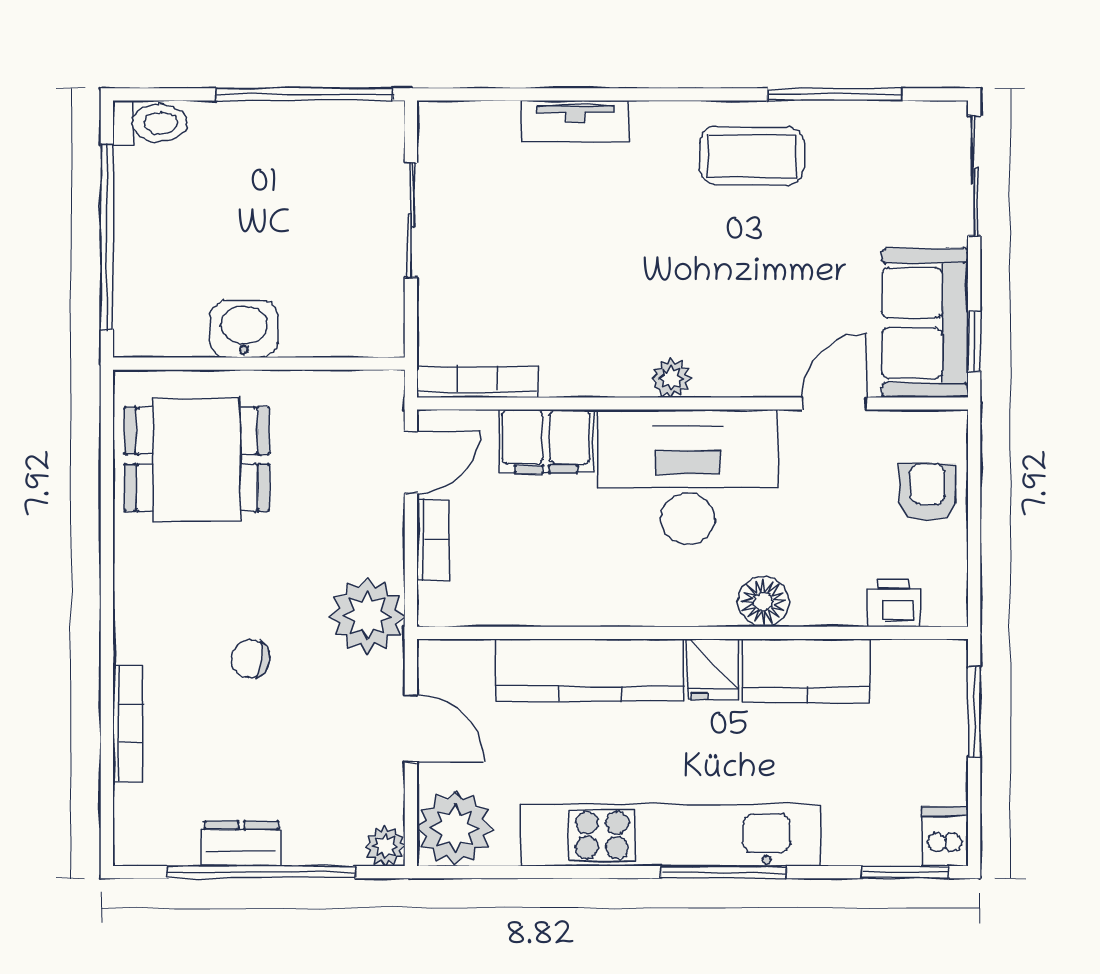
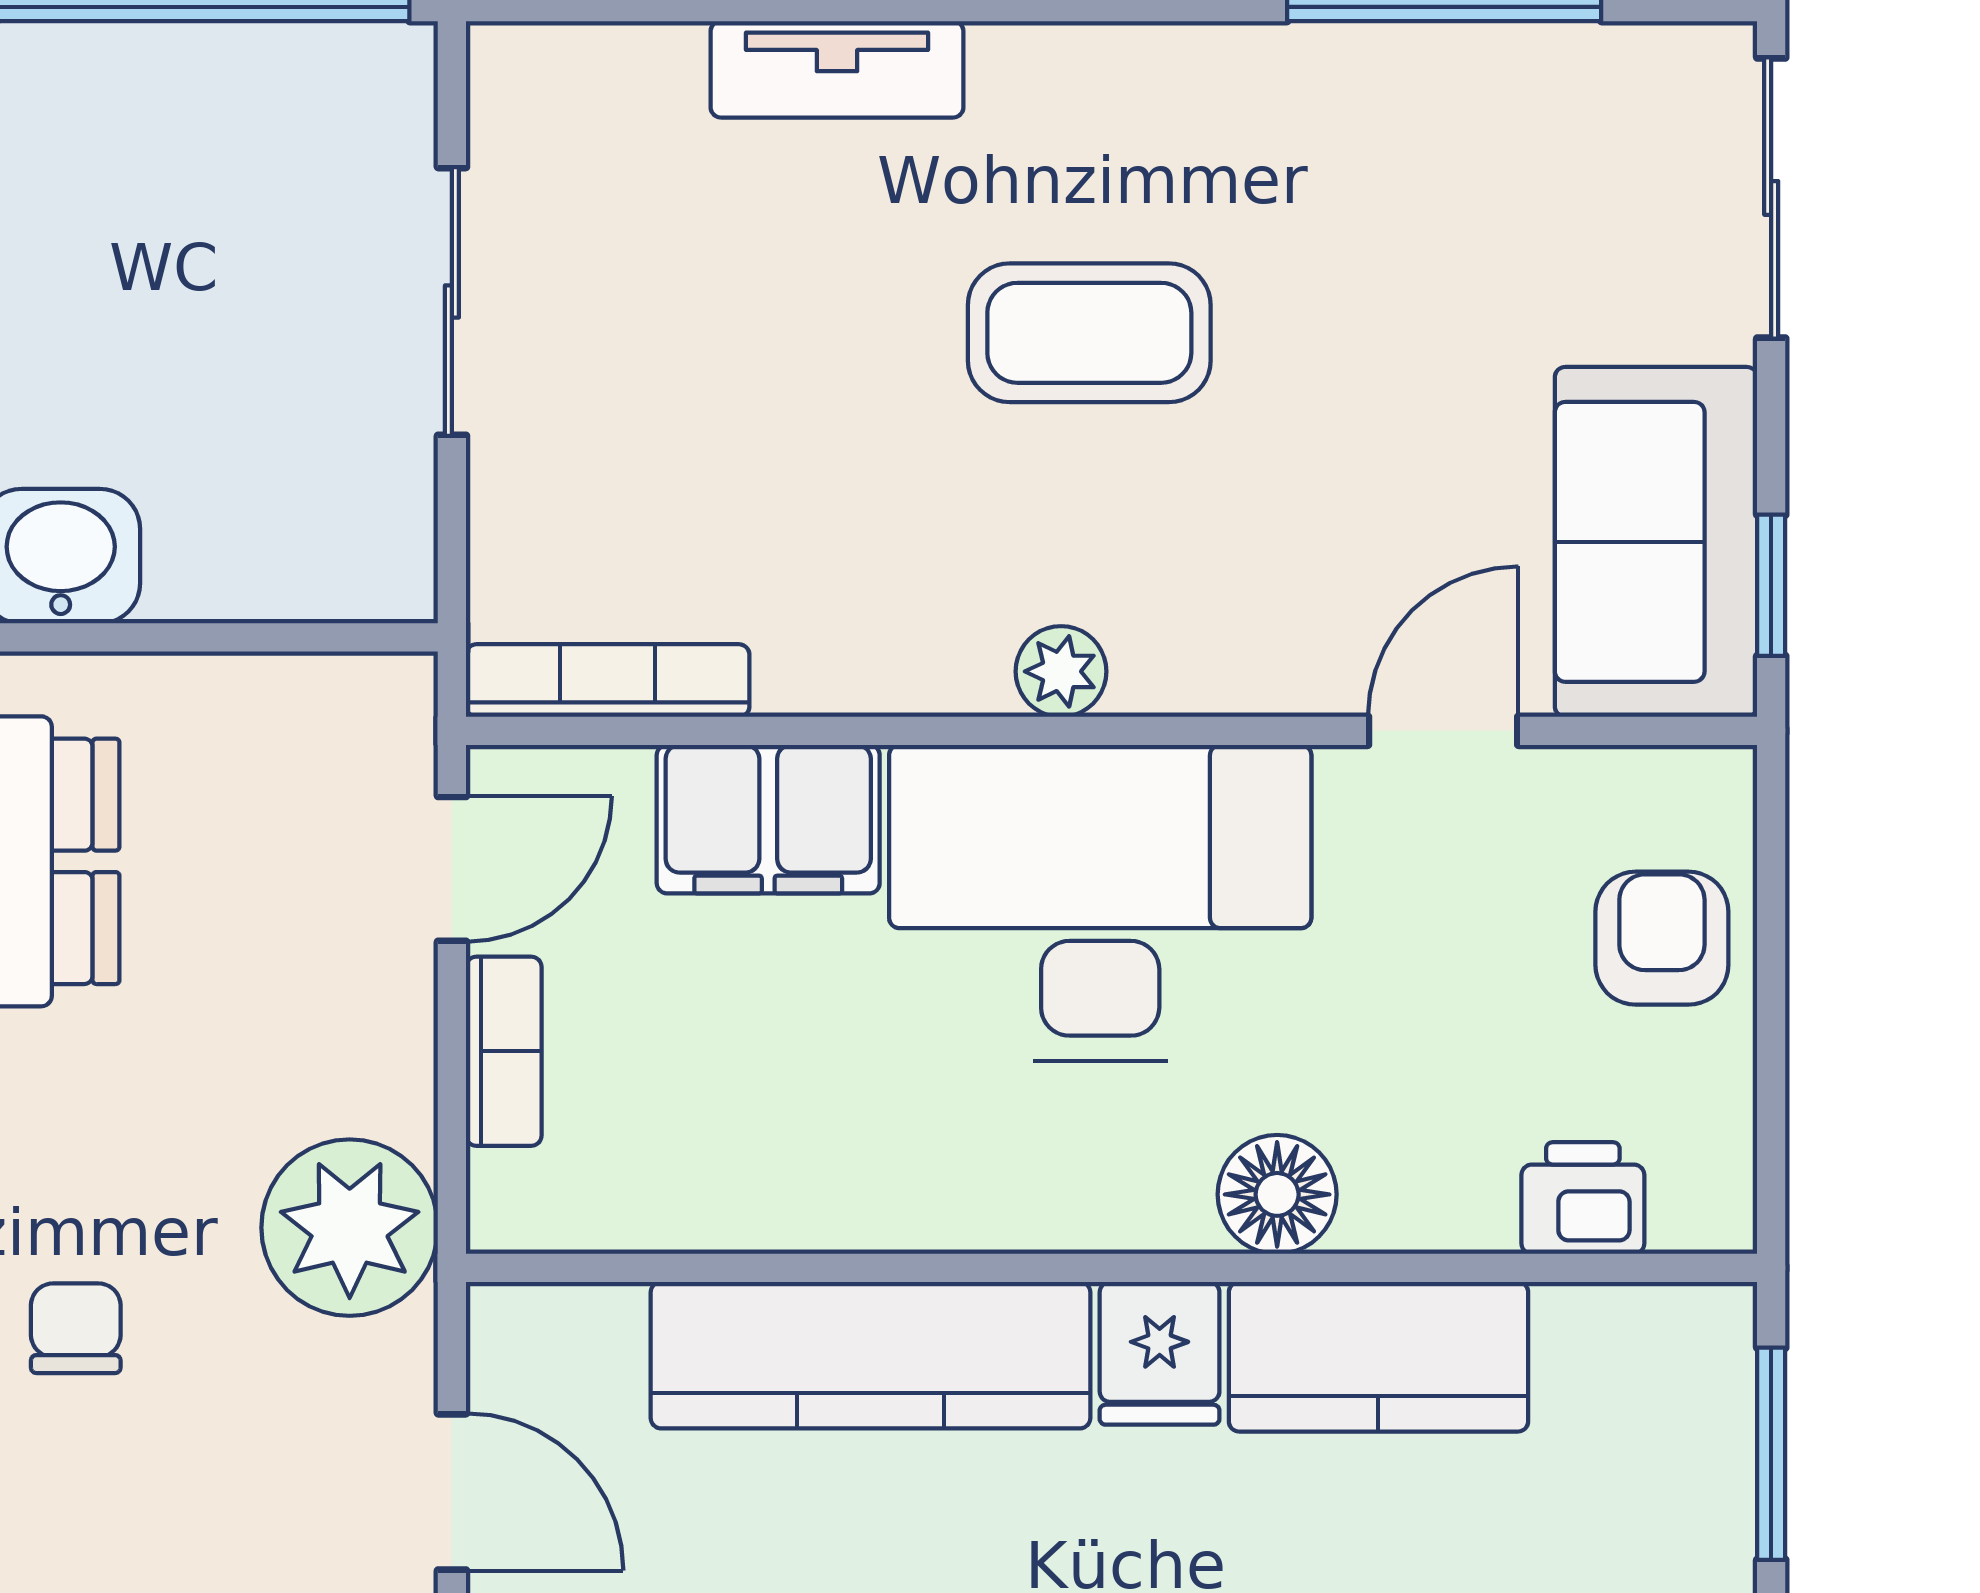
coffee table: (752, 156) -> (1089, 333), moved
chair: (250, 659) -> (76, 1328), turned 85

